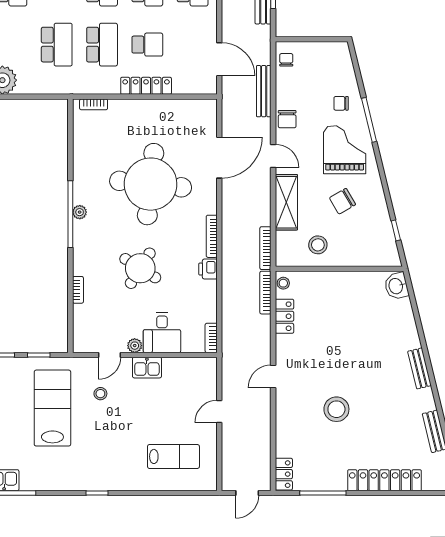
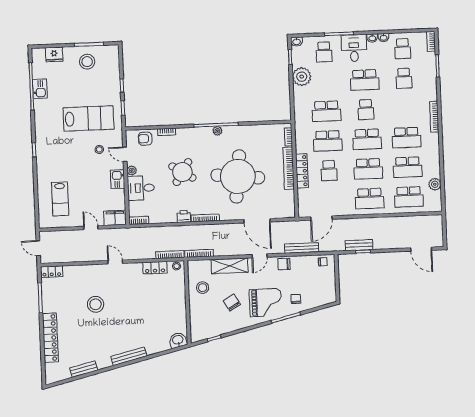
bookcase: (141, 106) -> (289, 168), added
armchair: (87, 323) -> (145, 139), added
bench: (419, 368) -> (129, 356), width x1.36
filing cabinet: (206, 374) -> (115, 218), added

